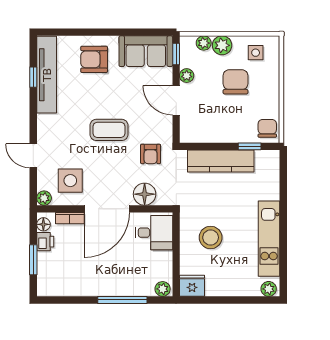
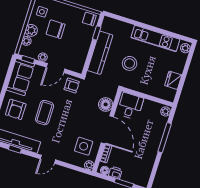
coffee table: (109, 130) -> (45, 113), moved
armchair: (151, 154) -> (72, 85), moved
door: (33, 156) -> (48, 159), moved
stool: (211, 237) -> (130, 63), moved
fridge: (192, 286) -> (173, 80), moved

